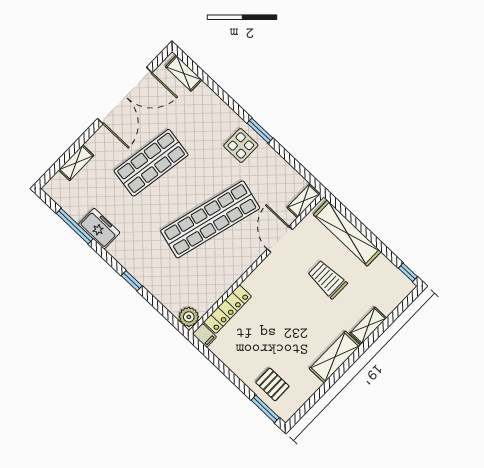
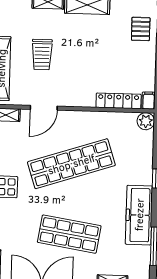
shop shelf: (210, 219) -> (71, 164), turned -33
freezer: (99, 229) -> (139, 215), width x1.91, depth x1.26

